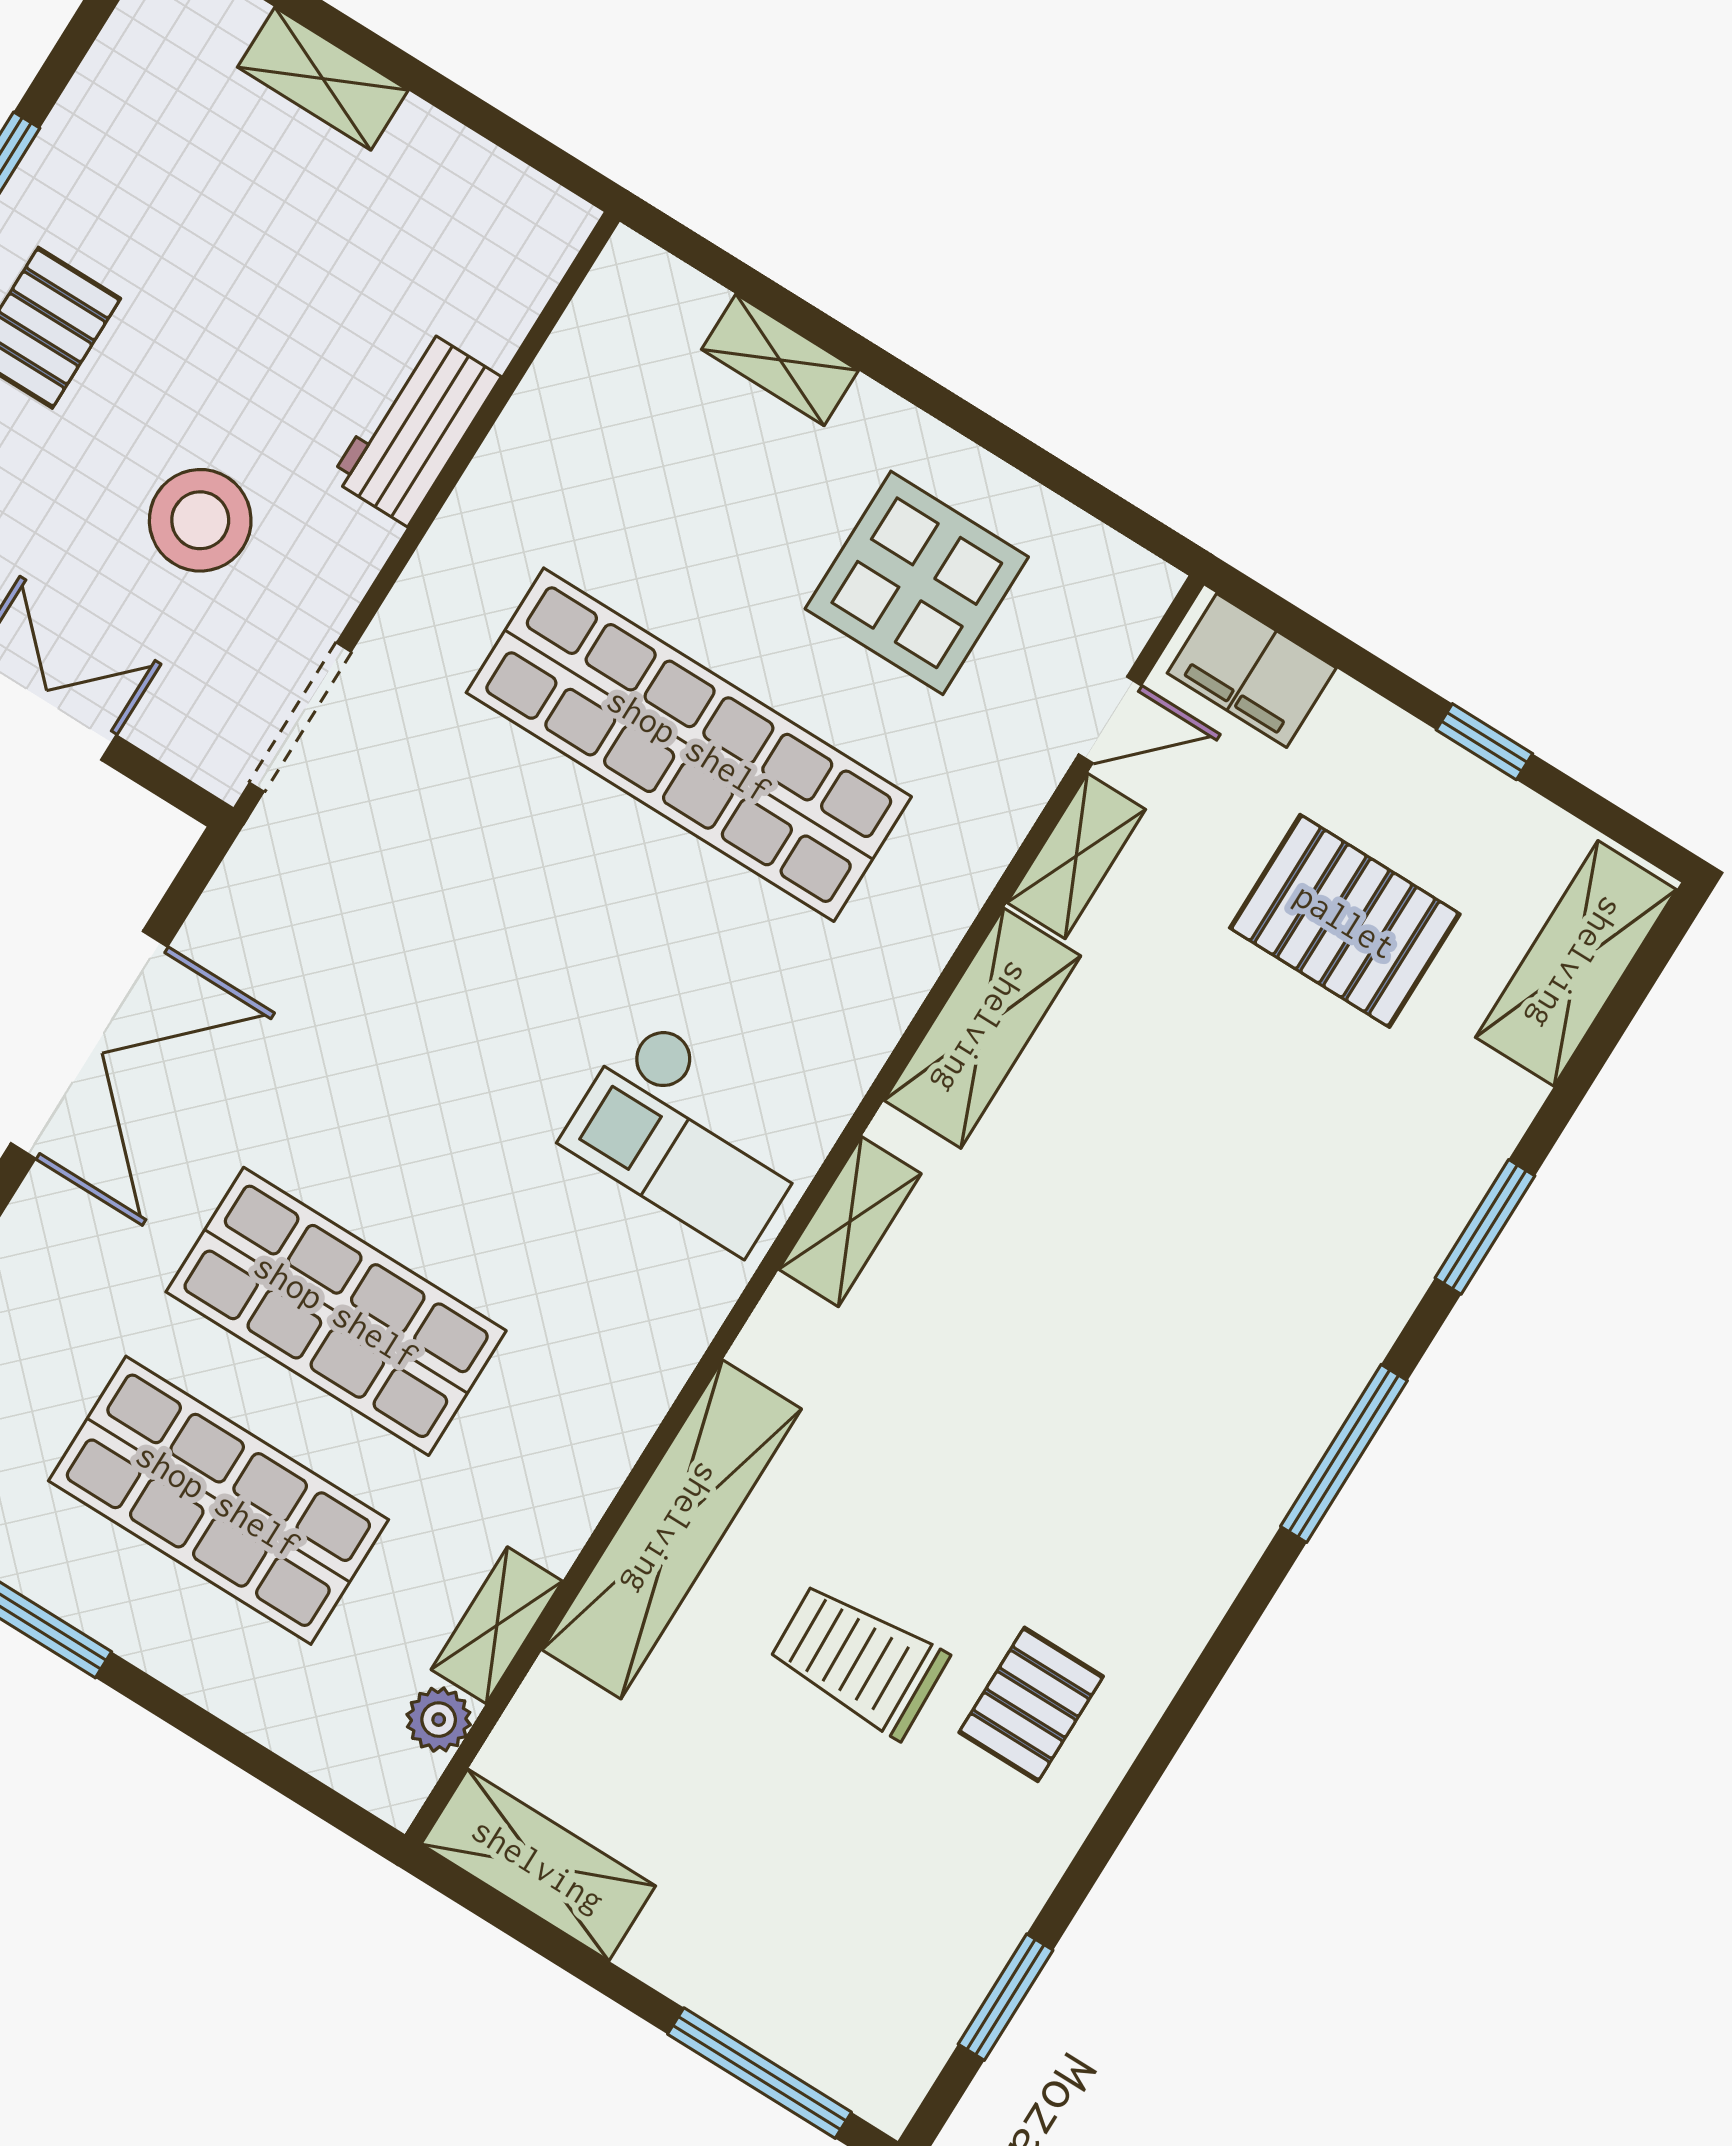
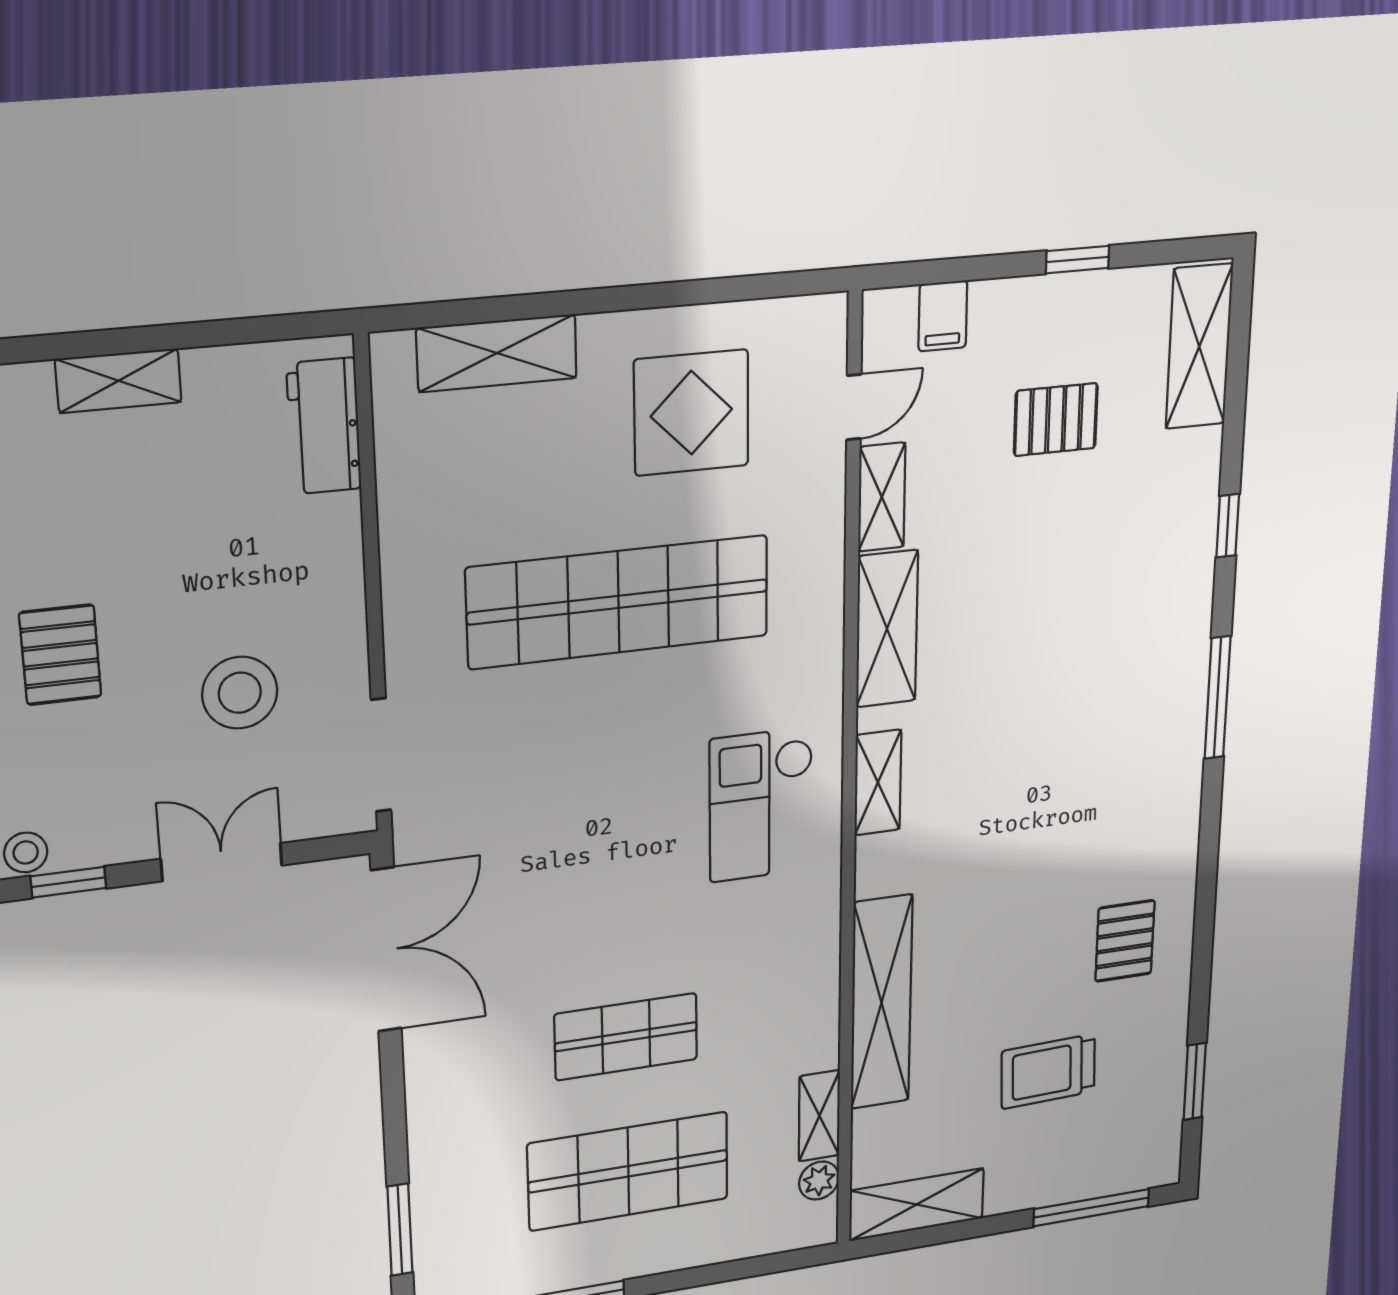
shelving: (780, 360) -> (497, 353), width x1.50, depth x1.33
workbench: (416, 428) -> (324, 426), moved
filing cabinet: (1252, 670) -> (943, 316), width x0.50
pallet: (1345, 921) -> (1056, 420), width x0.67, depth x0.71
double door: (89, 1045) -> (386, 950), moved
checkout: (692, 1135) -> (761, 805), turned 90
window: (1485, 1227) -> (1228, 526), width x0.67
shop shelf: (336, 1311) -> (626, 1037), width x0.70, depth x0.74
trolley: (859, 1660) -> (1048, 1071), moved

